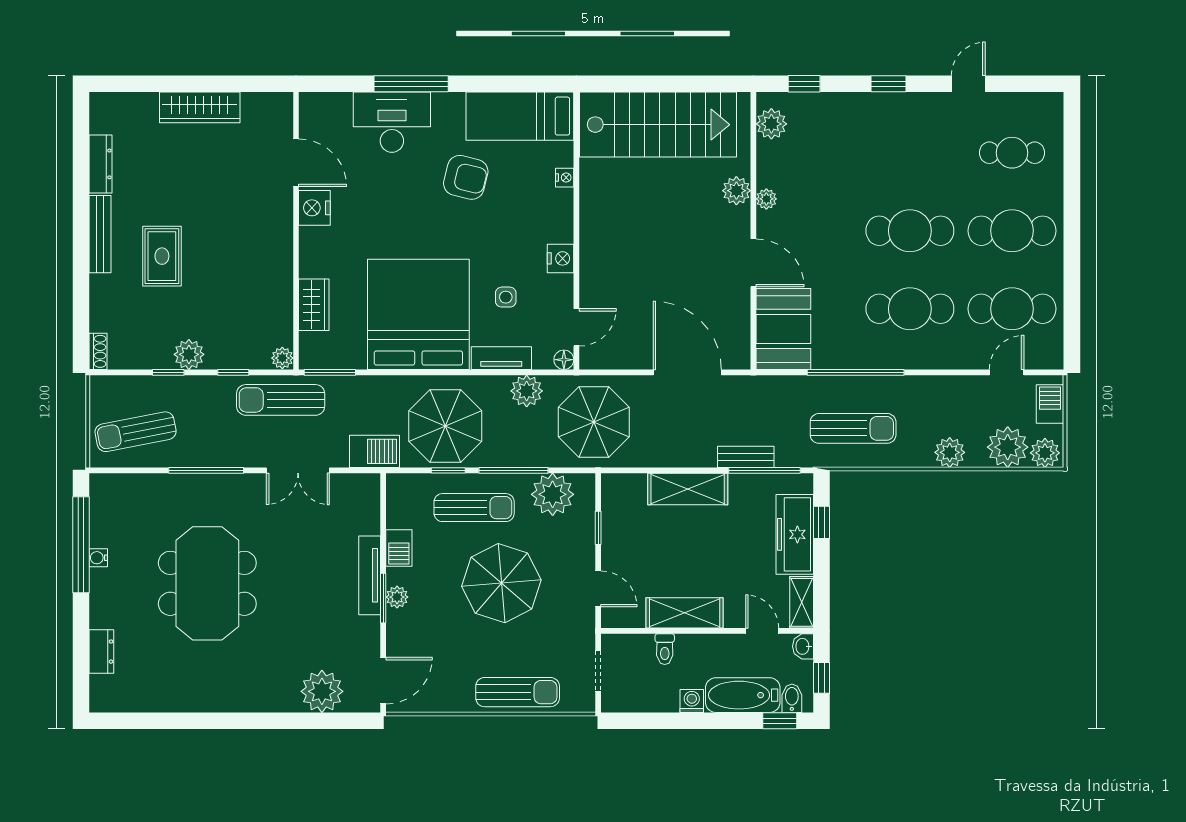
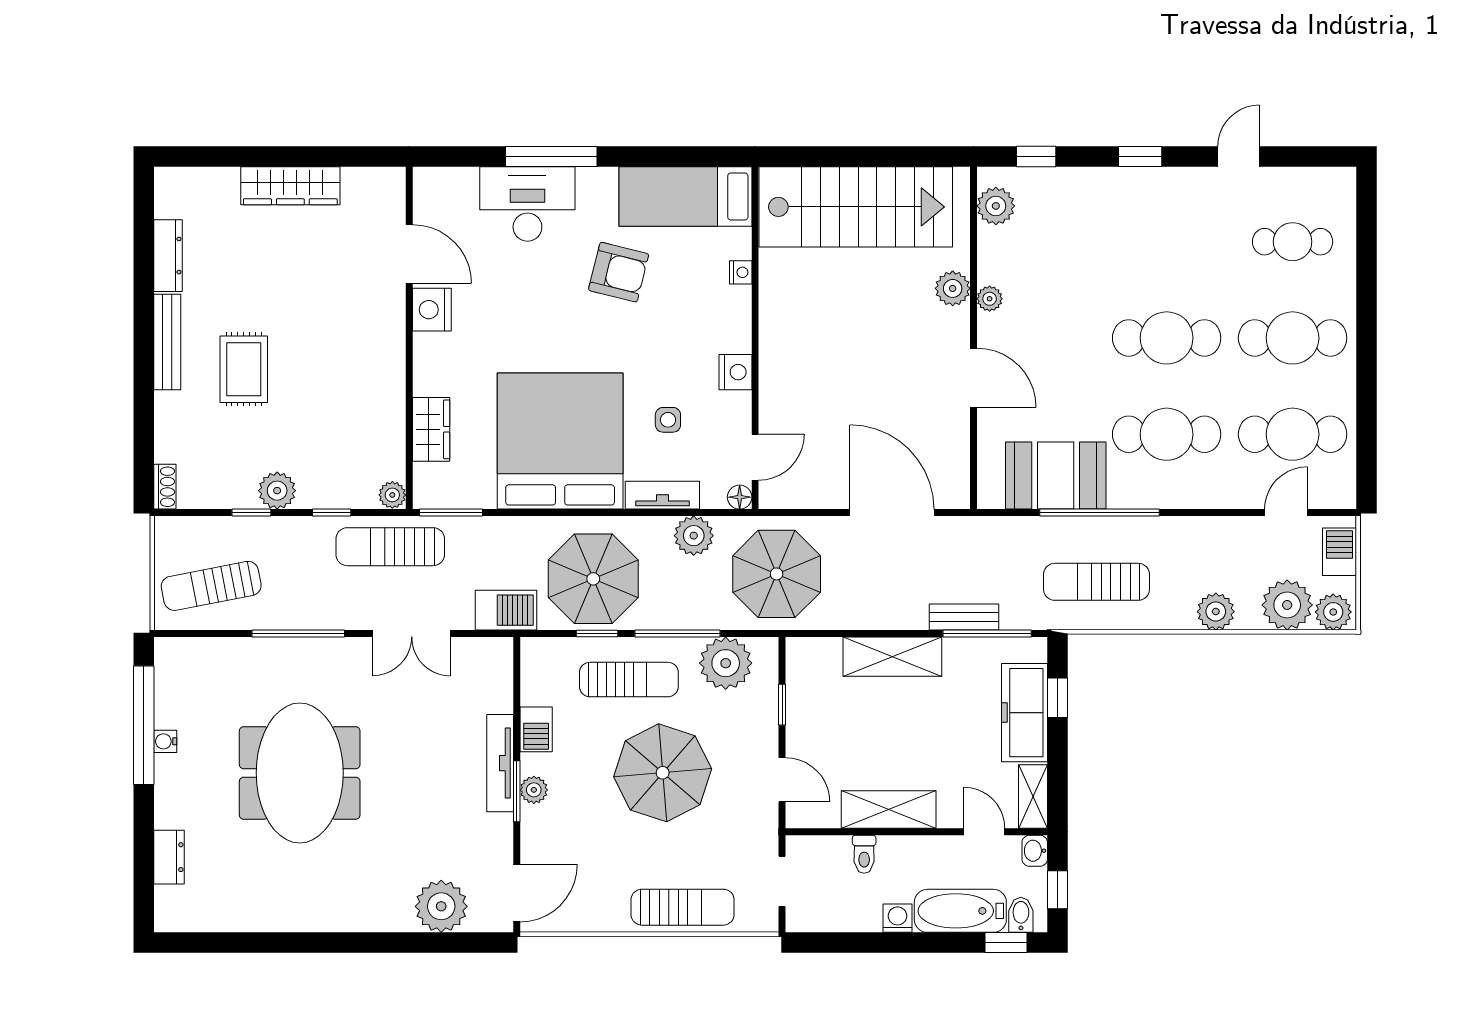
booth: (783, 329) -> (1056, 476), moved, turned 90
sun lounger: (853, 428) -> (1096, 582), turned 180

